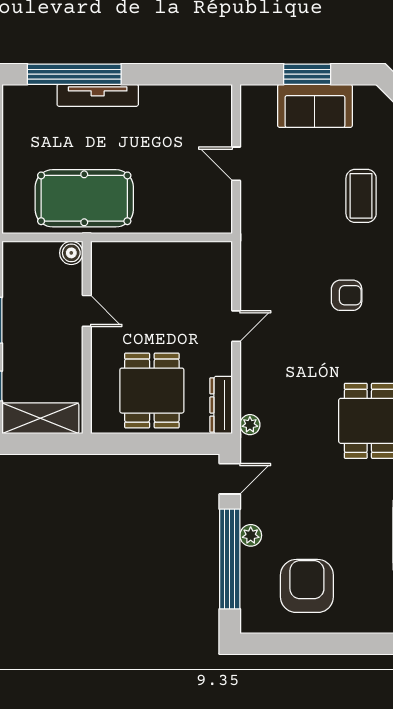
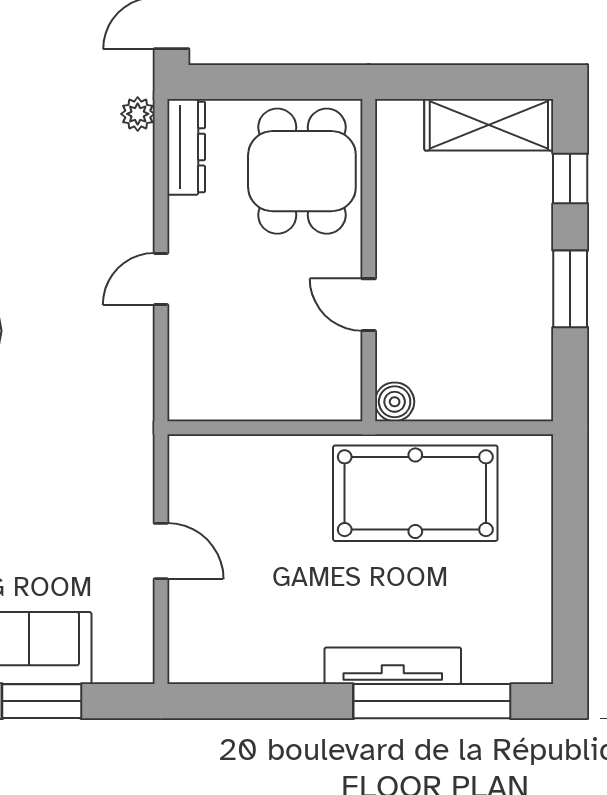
boiler: (71, 253) -> (395, 402), moved
door: (87, 311) -> (369, 305), moved
wall: (87, 337) -> (369, 260), moved

